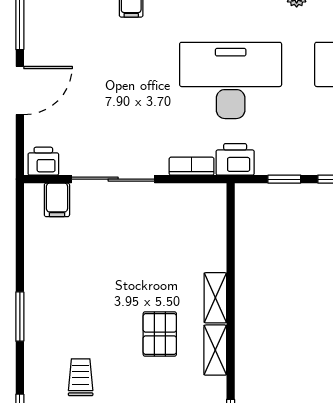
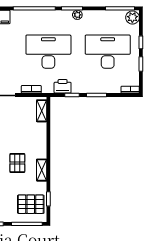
printer: (235, 159) -> (63, 86), moved
shelving: (215, 298) -> (42, 111), moved

